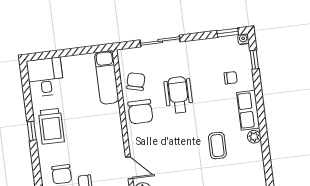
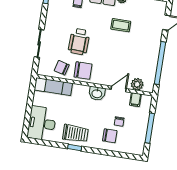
desk: (45, 77) -> (42, 123), width x1.37
wheelchair: (178, 95) -> (79, 42), turned -88
washbasin: (115, 140) -> (97, 93), added

